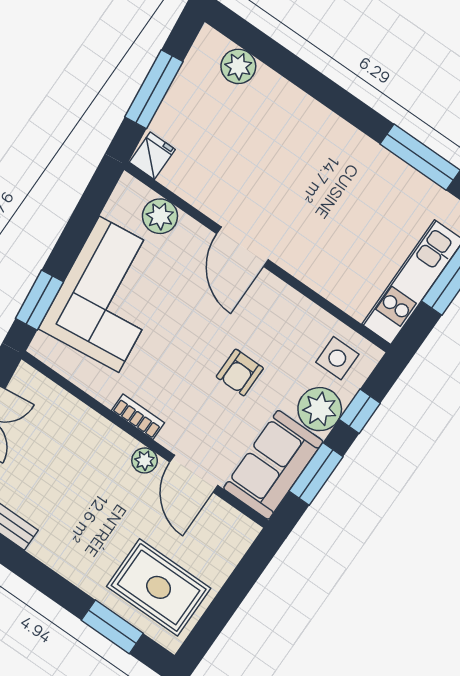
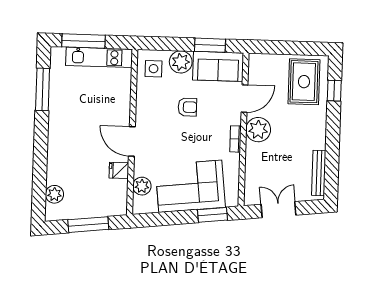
fridge: (152, 156) -> (119, 170), moved
door: (242, 247) -> (132, 141), swing flipped
window: (360, 411) -> (170, 44), removed
plant: (145, 460) -> (258, 130), width x1.88, depth x1.88
window: (112, 627) -> (334, 91), width x0.67

